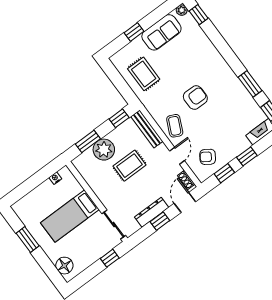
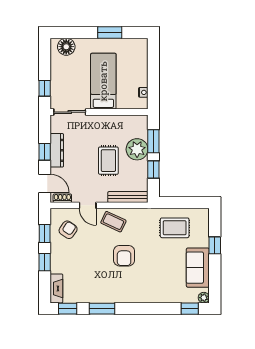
window: (119, 118) -> (153, 170), moved

